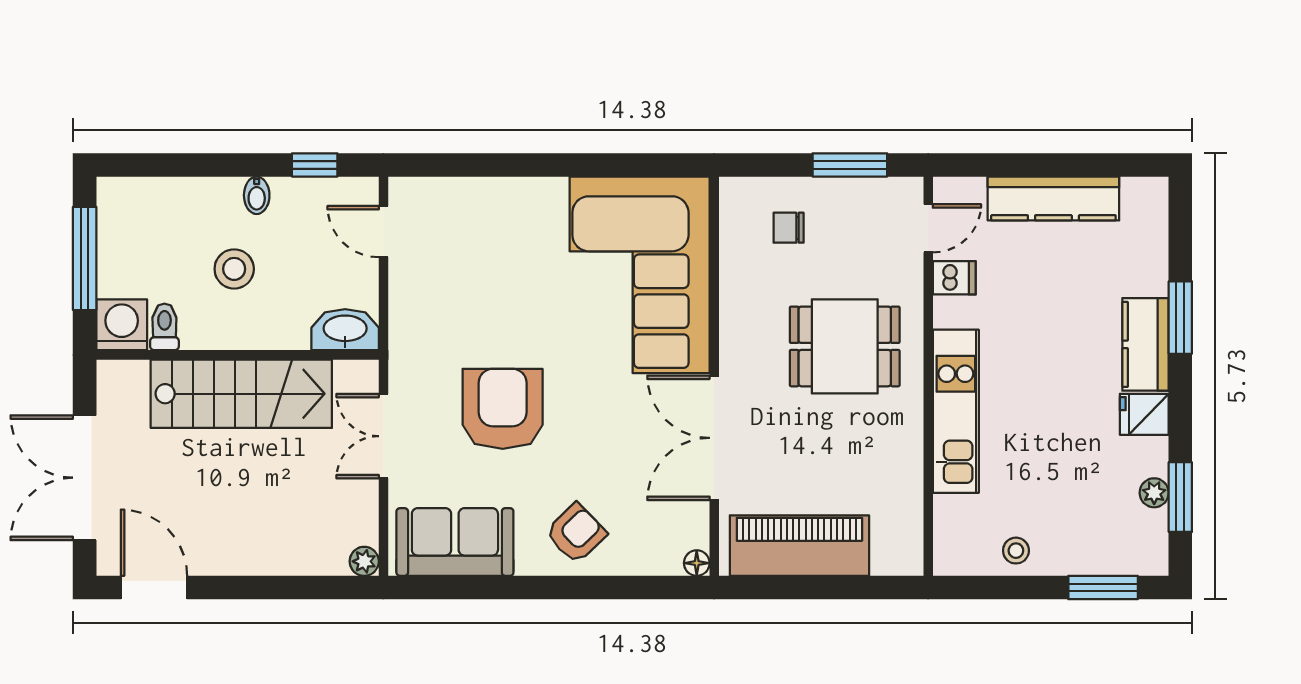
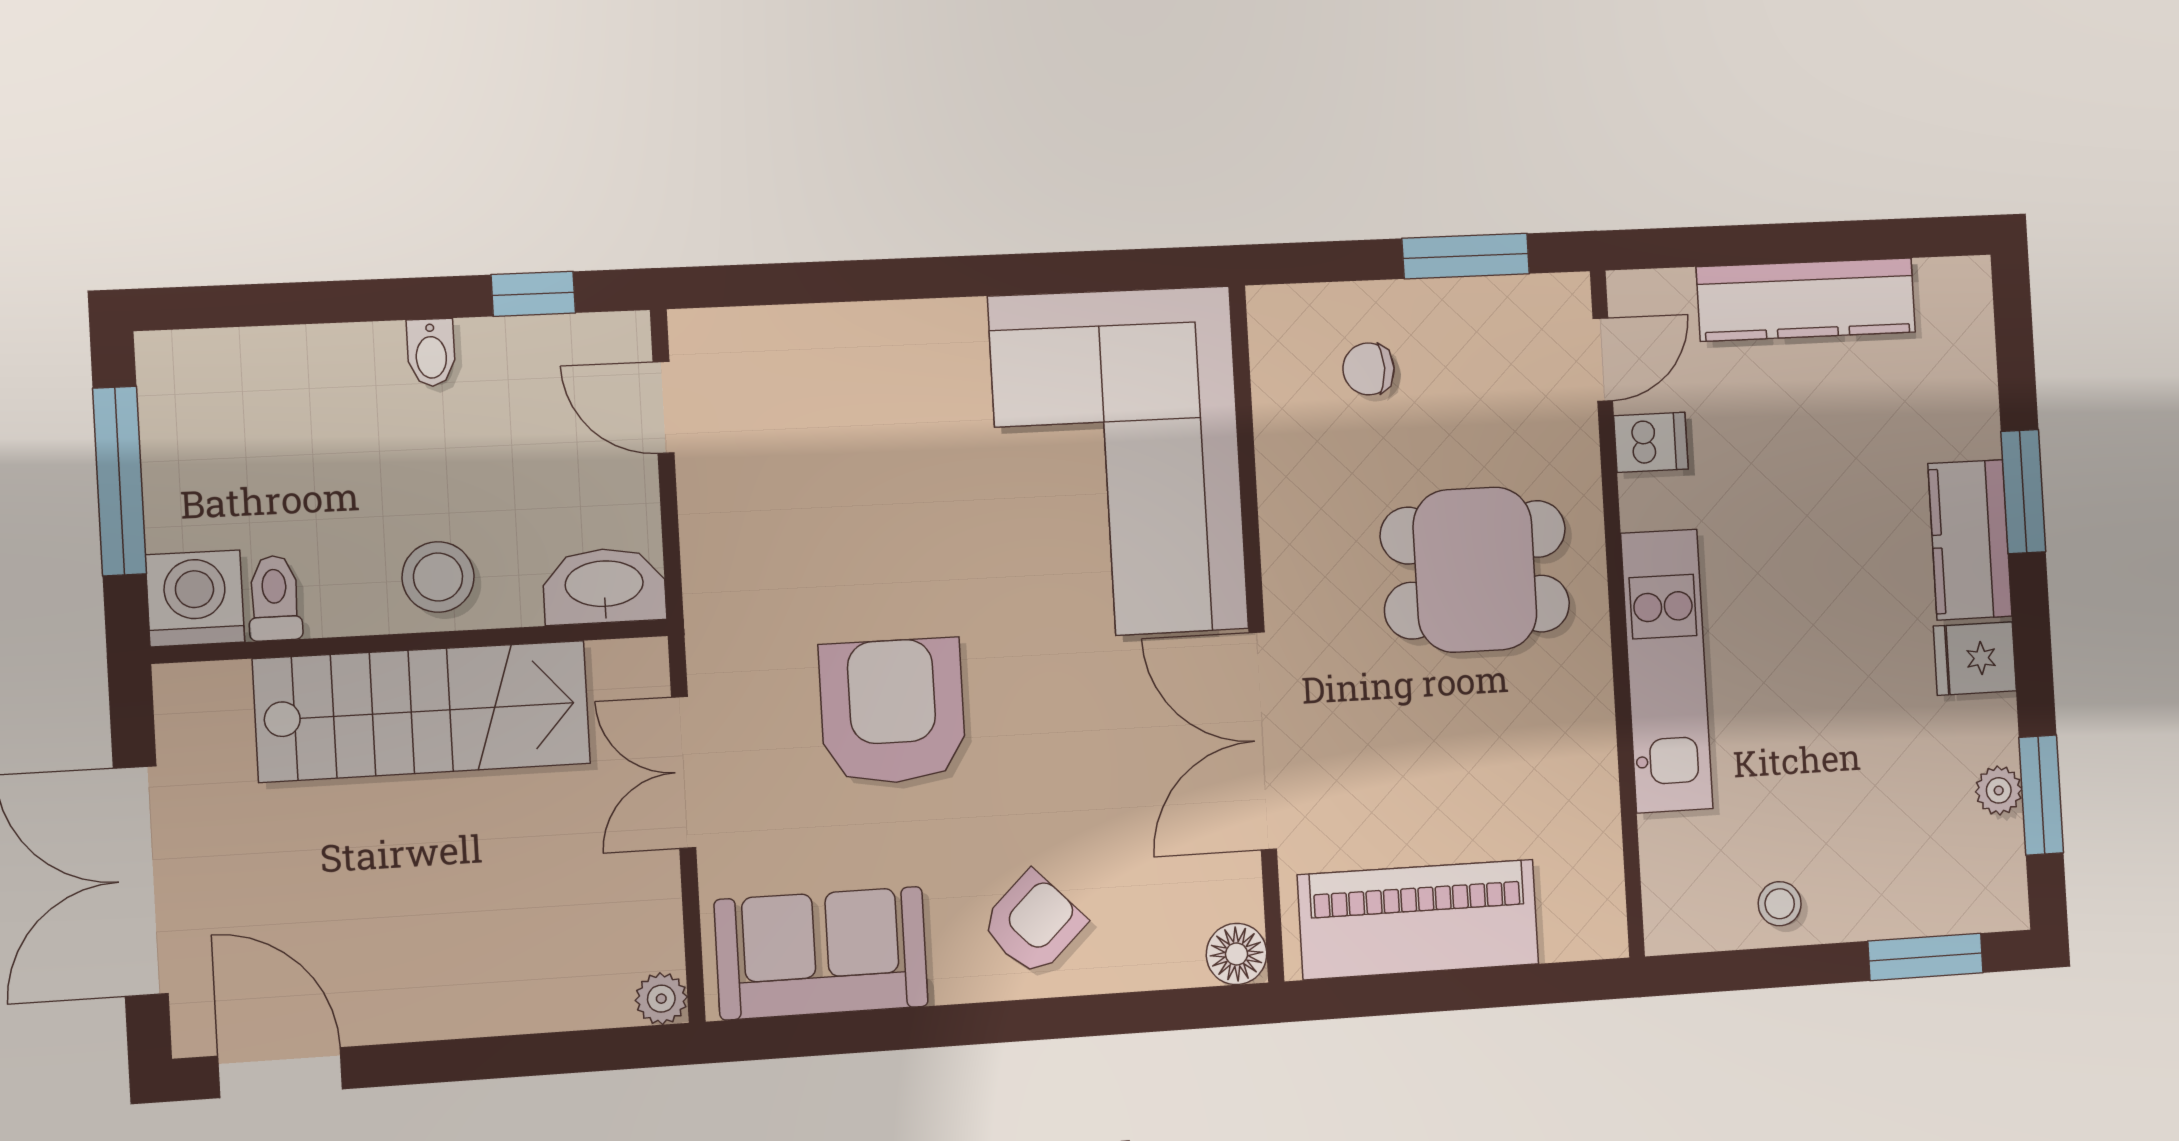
stool: (234, 269) -> (438, 577), moved
floor lamp: (697, 563) -> (1237, 954), width x1.37, depth x1.37

